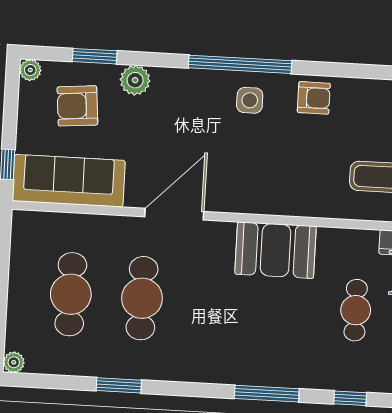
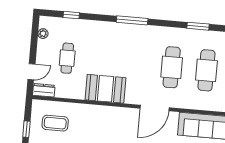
window: (119, 385) -> (198, 26), moved
window: (267, 394) -> (132, 20), moved

